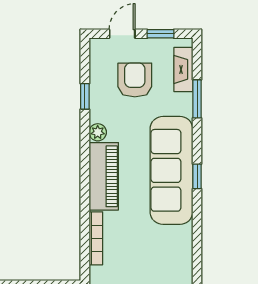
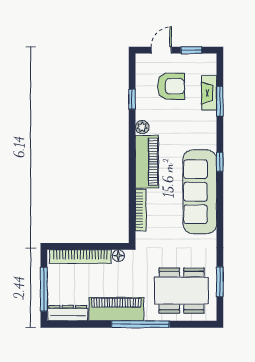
fireplace: (183, 69) -> (209, 93), moved
armchair: (135, 80) -> (171, 86), turned 90
sofa: (171, 170) -> (200, 192), moved

